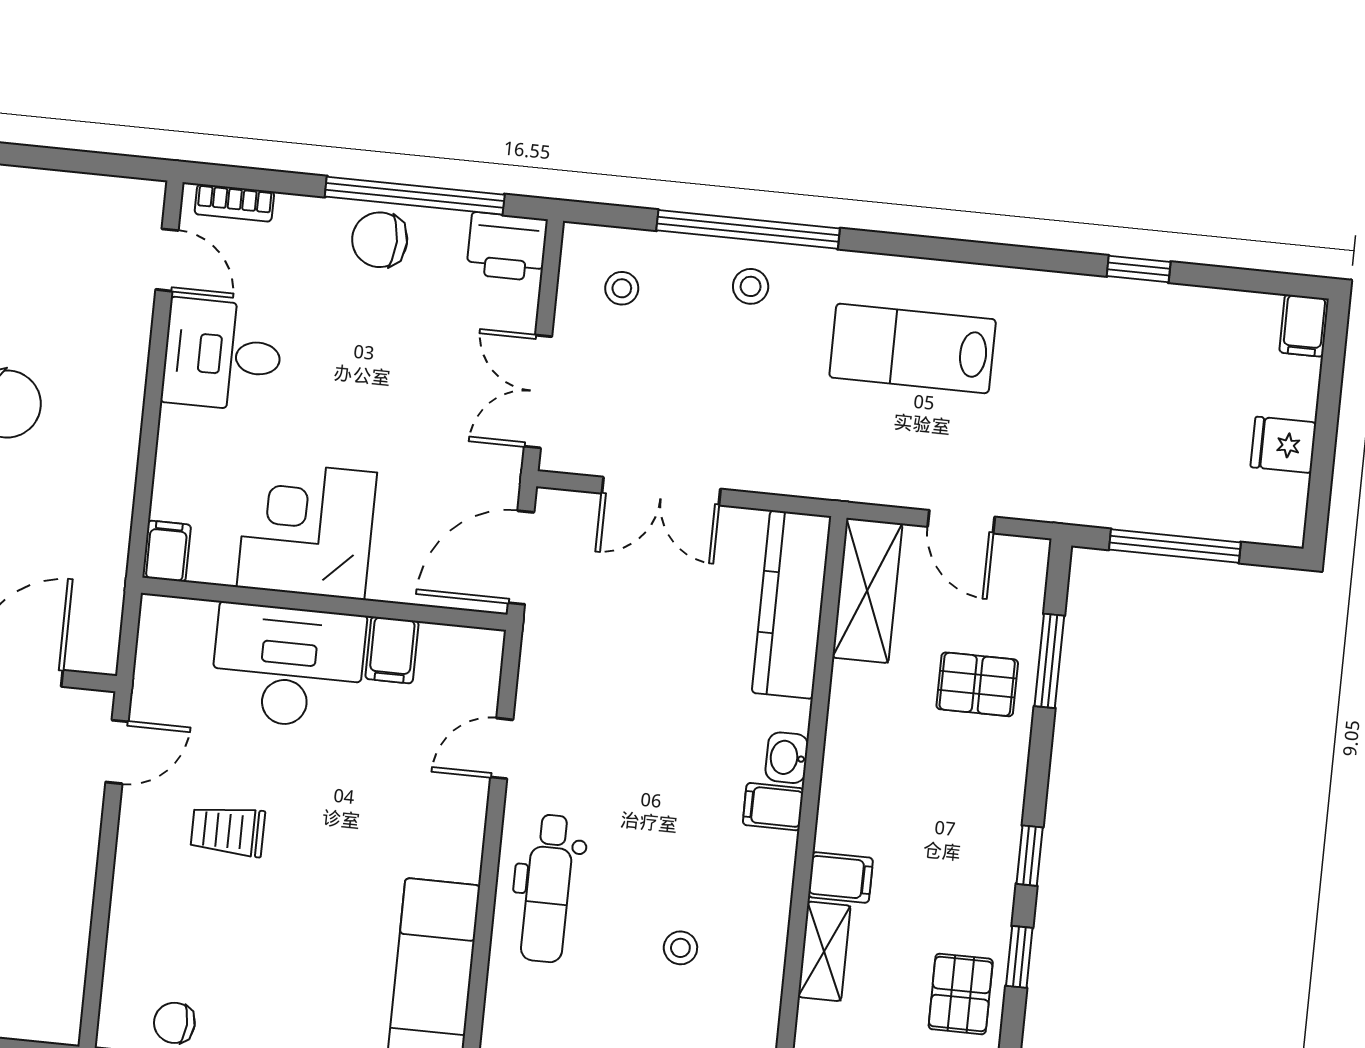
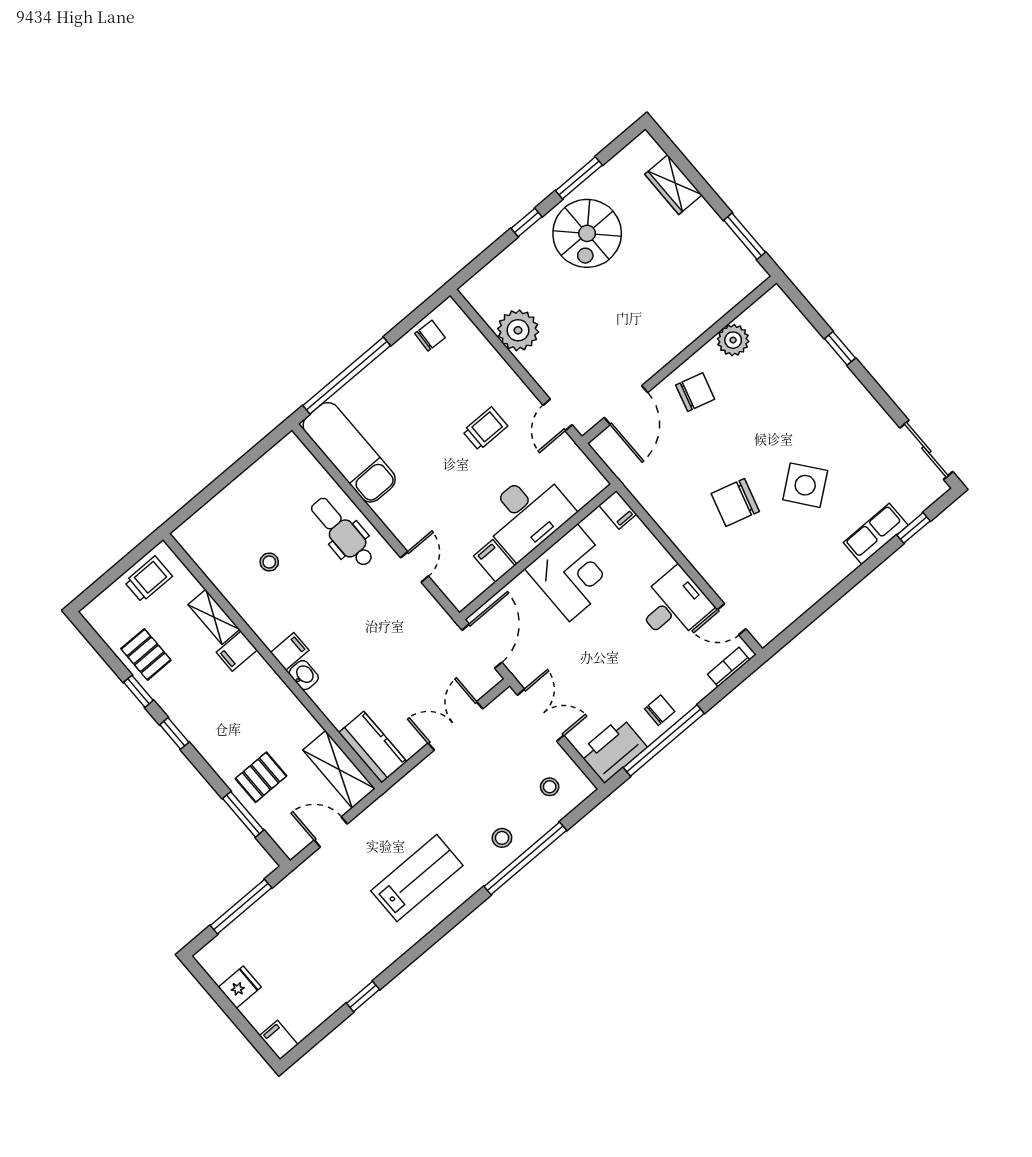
chair: (380, 240) -> (660, 710), width x0.73, depth x0.73
printer: (507, 247) -> (613, 750), width x1.37, depth x1.19
kitchen counter: (792, 605) -> (373, 747), width x0.67
plant: (55, 912) -> (518, 330), added

